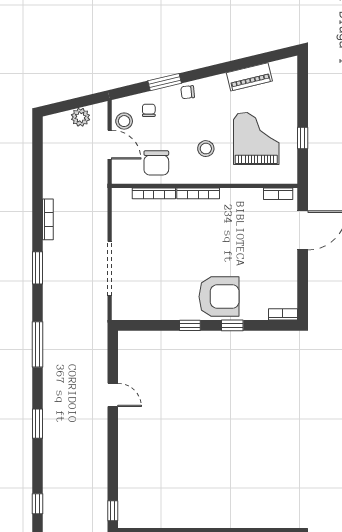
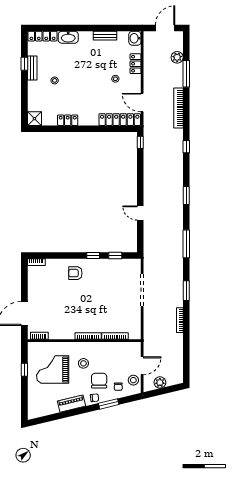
piano: (249, 77) -> (72, 404), moved
grand piano: (256, 138) -> (53, 369), turned 90
door: (110, 145) -> (142, 366), swing flipped
chair: (156, 163) -> (99, 381), moved
armchair: (219, 297) -> (75, 273), width x0.53, depth x0.53
window: (232, 325) -> (115, 255), moved

